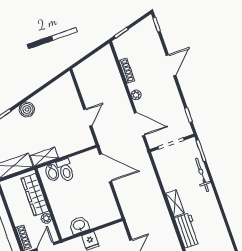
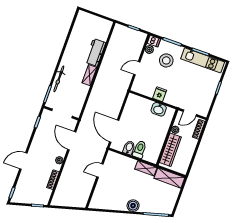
bidet: (52, 172) -> (129, 148), moved

